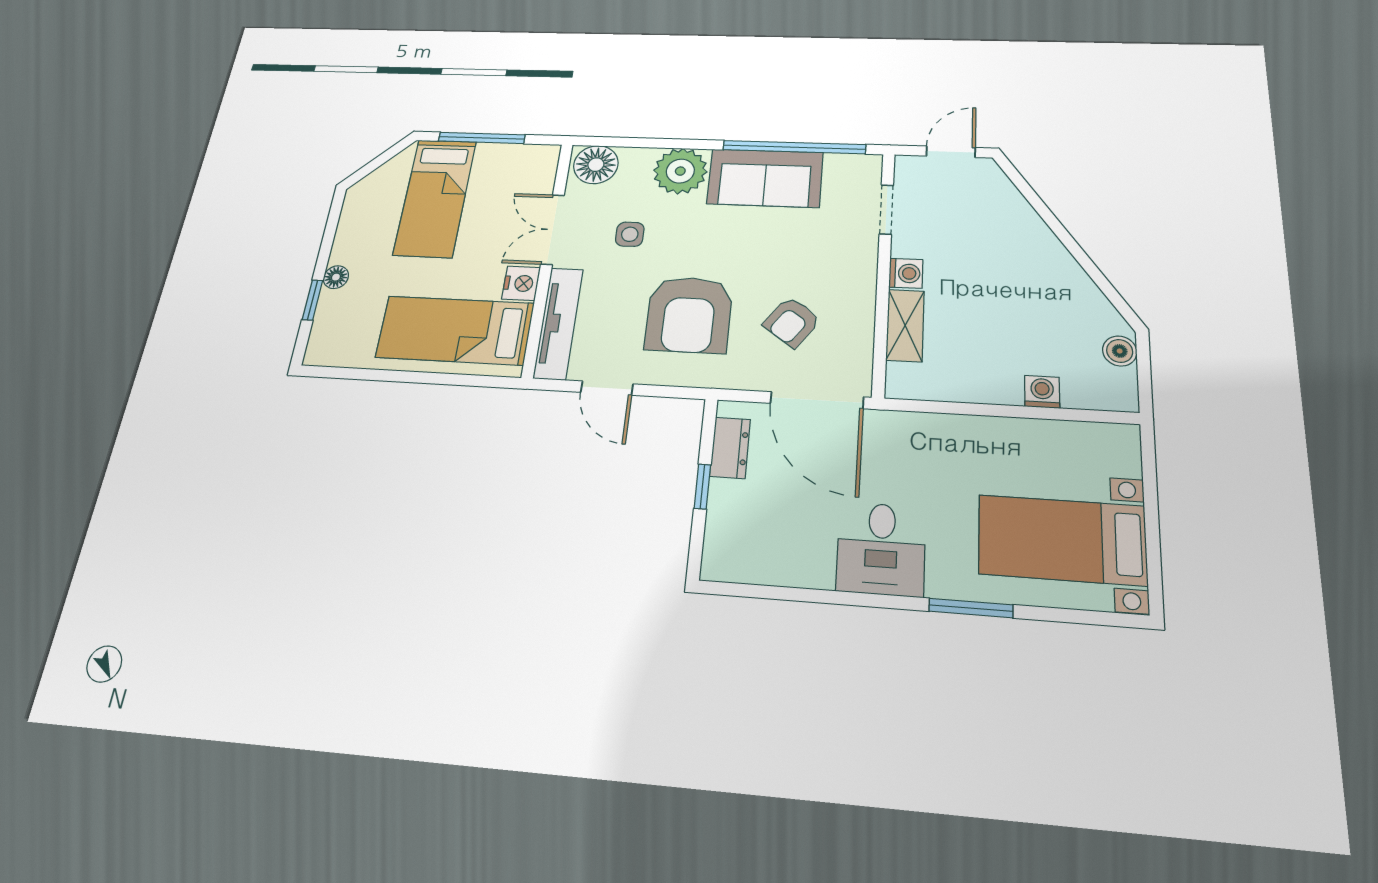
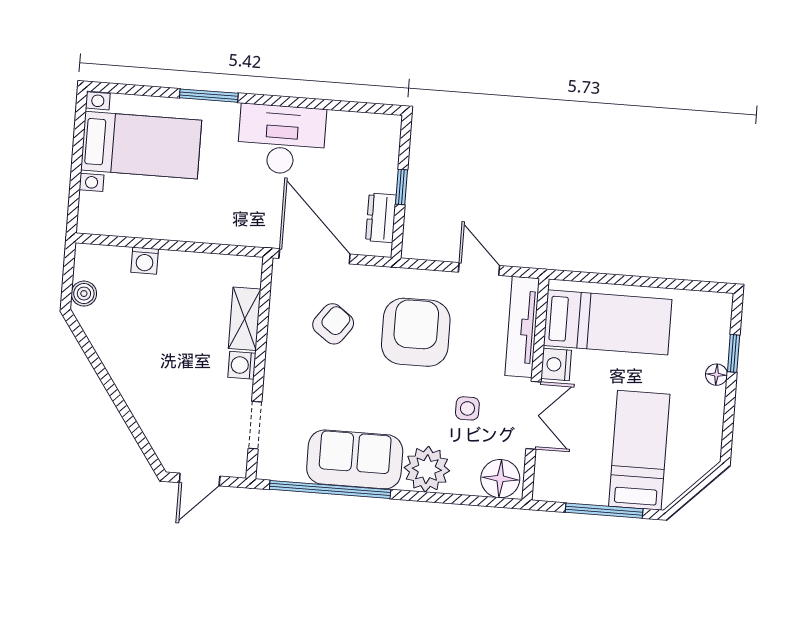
desk: (881, 549) -> (282, 139), width x1.37

